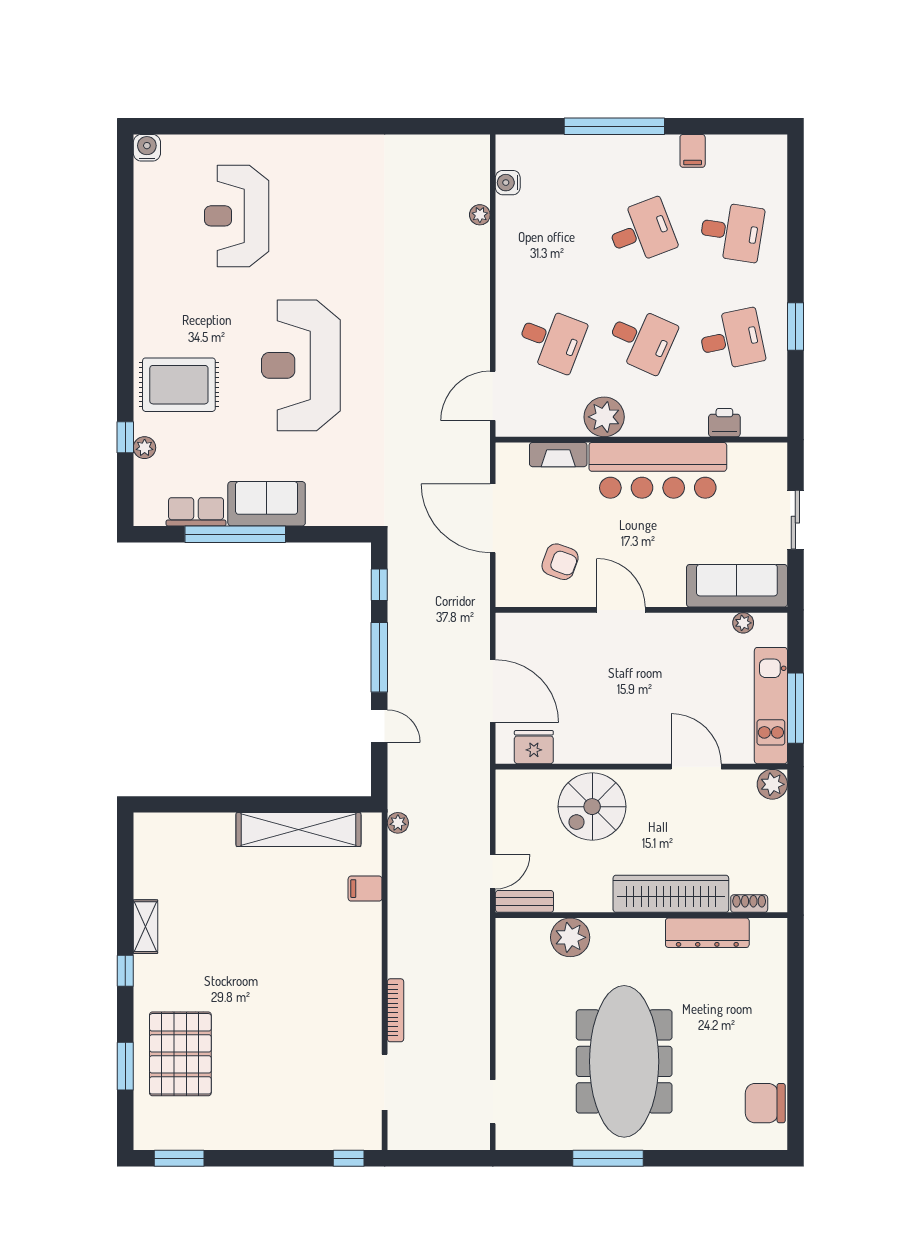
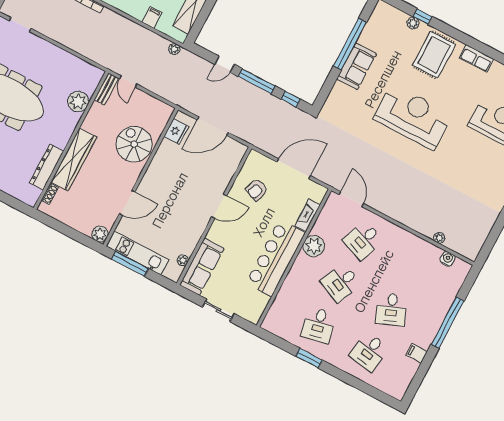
printer: (724, 423) -> (281, 301), removed
row of seats: (196, 512) -> (476, 58), moved, turned 90

